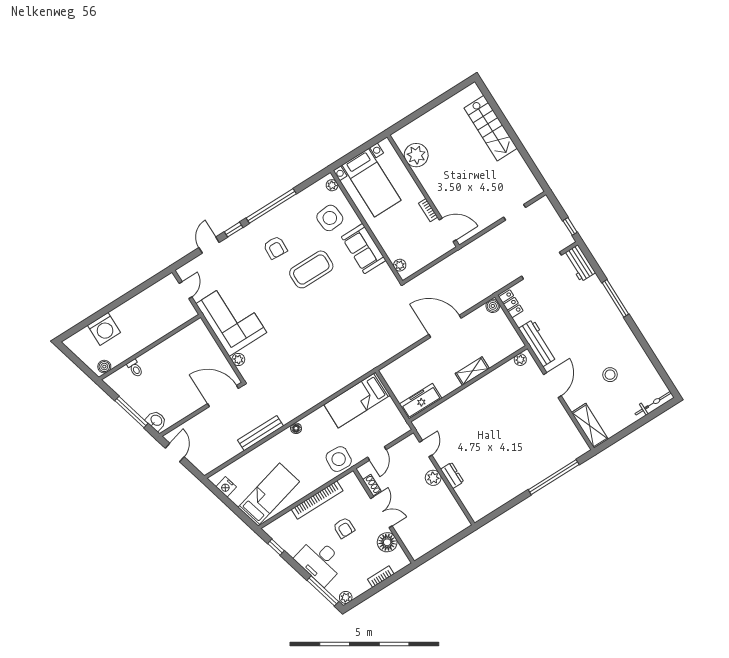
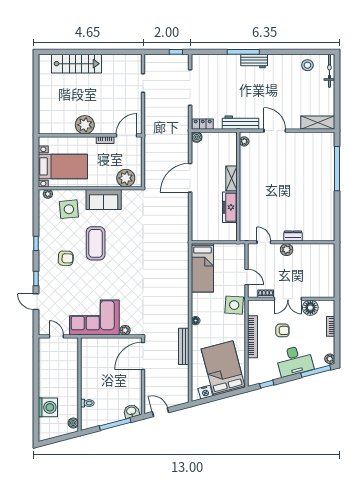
plant: (416, 155) -> (85, 125), moved
window: (271, 206) -> (36, 243), width x0.32
workbench: (579, 263) -> (254, 61), moved
plant: (400, 265) -> (126, 178), width x1.87, depth x1.87
stool: (610, 375) -> (307, 65), moved
freezer: (421, 401) -> (230, 207), moved
bed: (269, 495) -> (223, 368), width x1.50
double door: (381, 512) -> (288, 299), swing flipped

